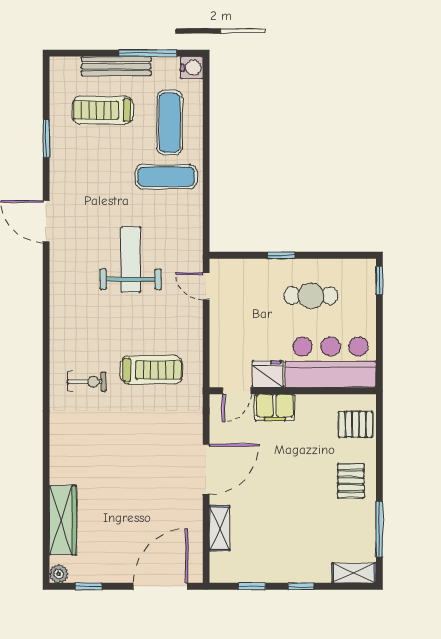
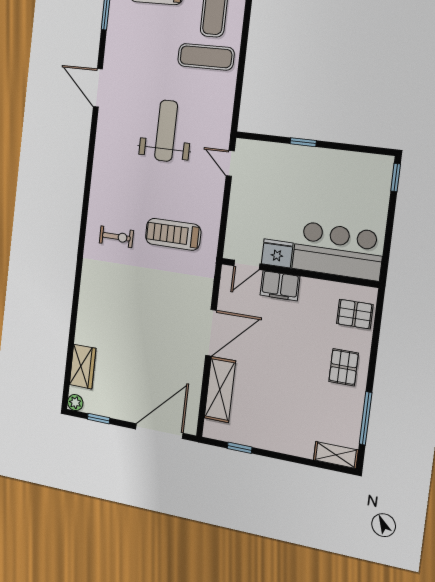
cafe table: (311, 296) -> (327, 184), removed
treadmill: (151, 370) -> (173, 234), turned 180
wardrobe: (63, 520) -> (83, 367), width x0.67
shelving: (220, 528) -> (220, 390), width x1.50, depth x1.33
window: (301, 586) -> (285, 457), removed

